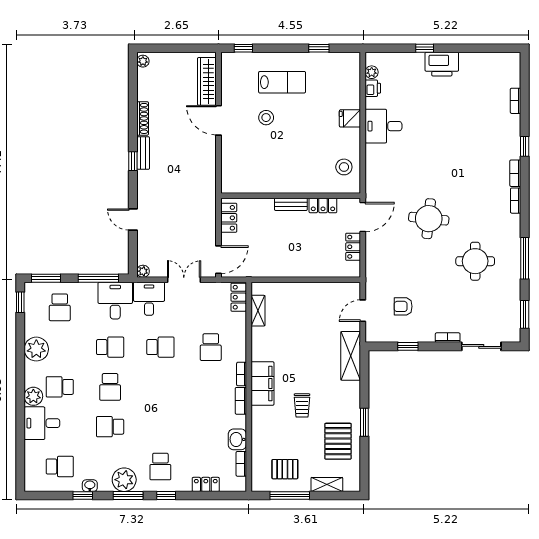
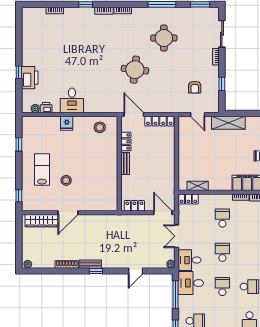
printer: (442, 64) -> (30, 78), moved
locker: (353, 247) -> (159, 121), width x1.53
school desk: (211, 347) -> (222, 218), turned -90

